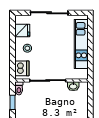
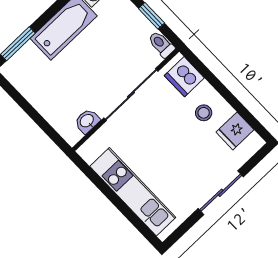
sliding door: (49, 13) -> (221, 193), width x0.73

